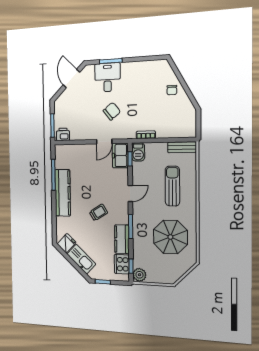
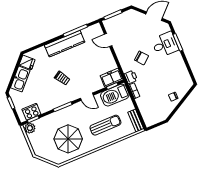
printer: (63, 134) -> (131, 77), moved
door: (104, 142) -> (108, 40), moved
barbecue: (138, 152) -> (115, 95), width x1.88, depth x1.53
kitchen counter: (122, 239) -> (50, 104), removed

